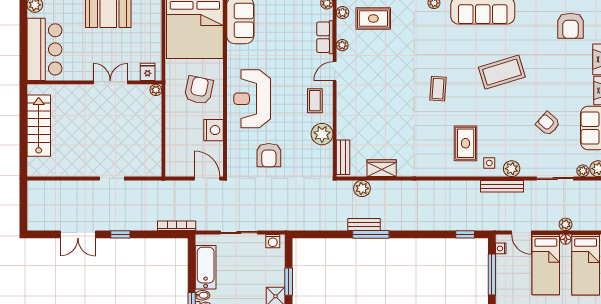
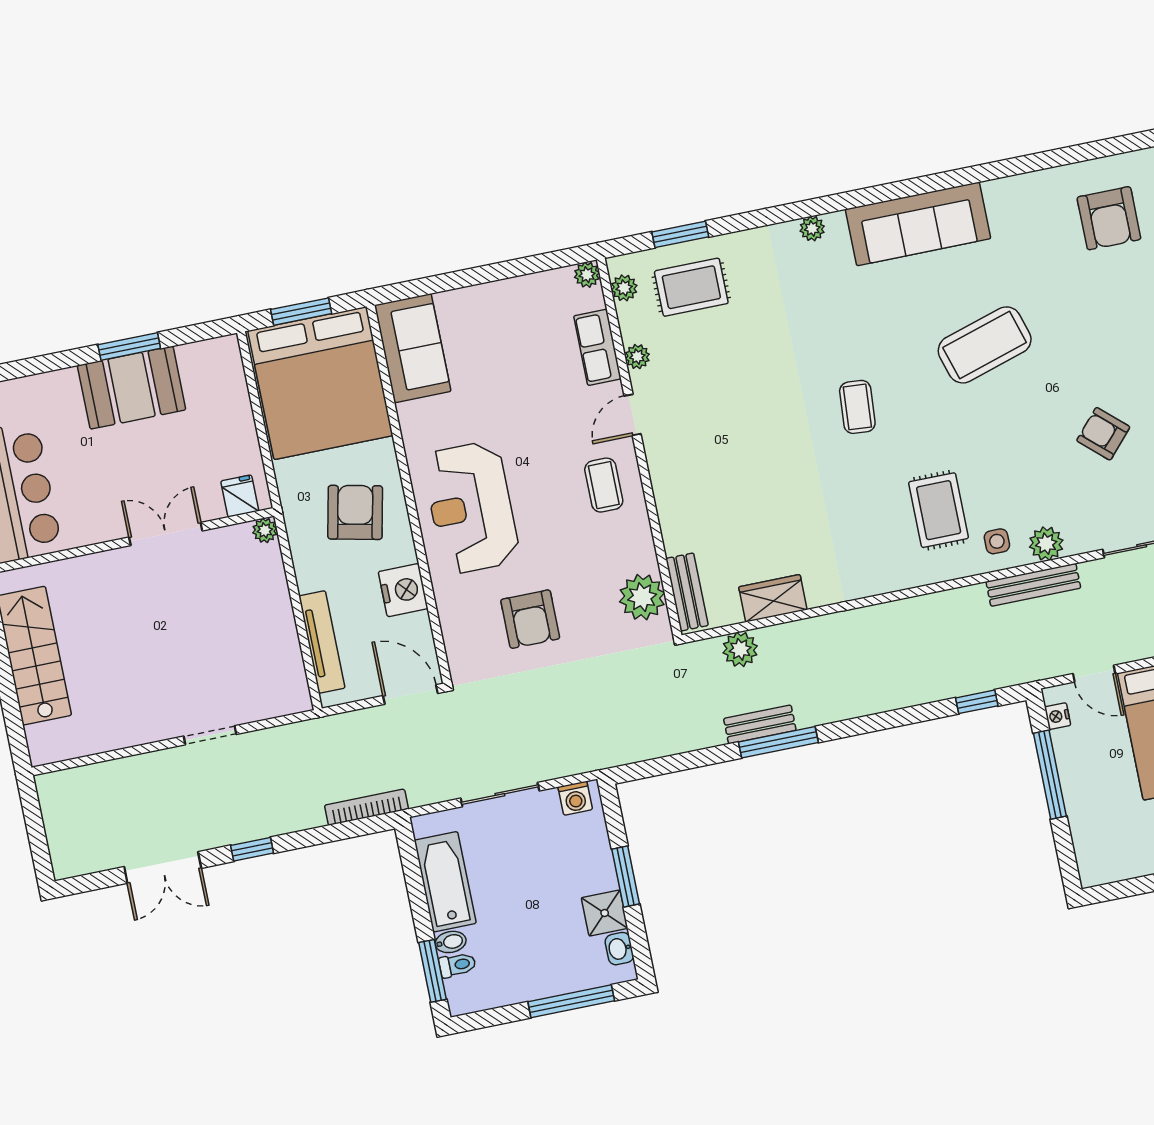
plant: (322, 134) -> (642, 597), moved
tv unit: (172, 146) -> (322, 642), added

